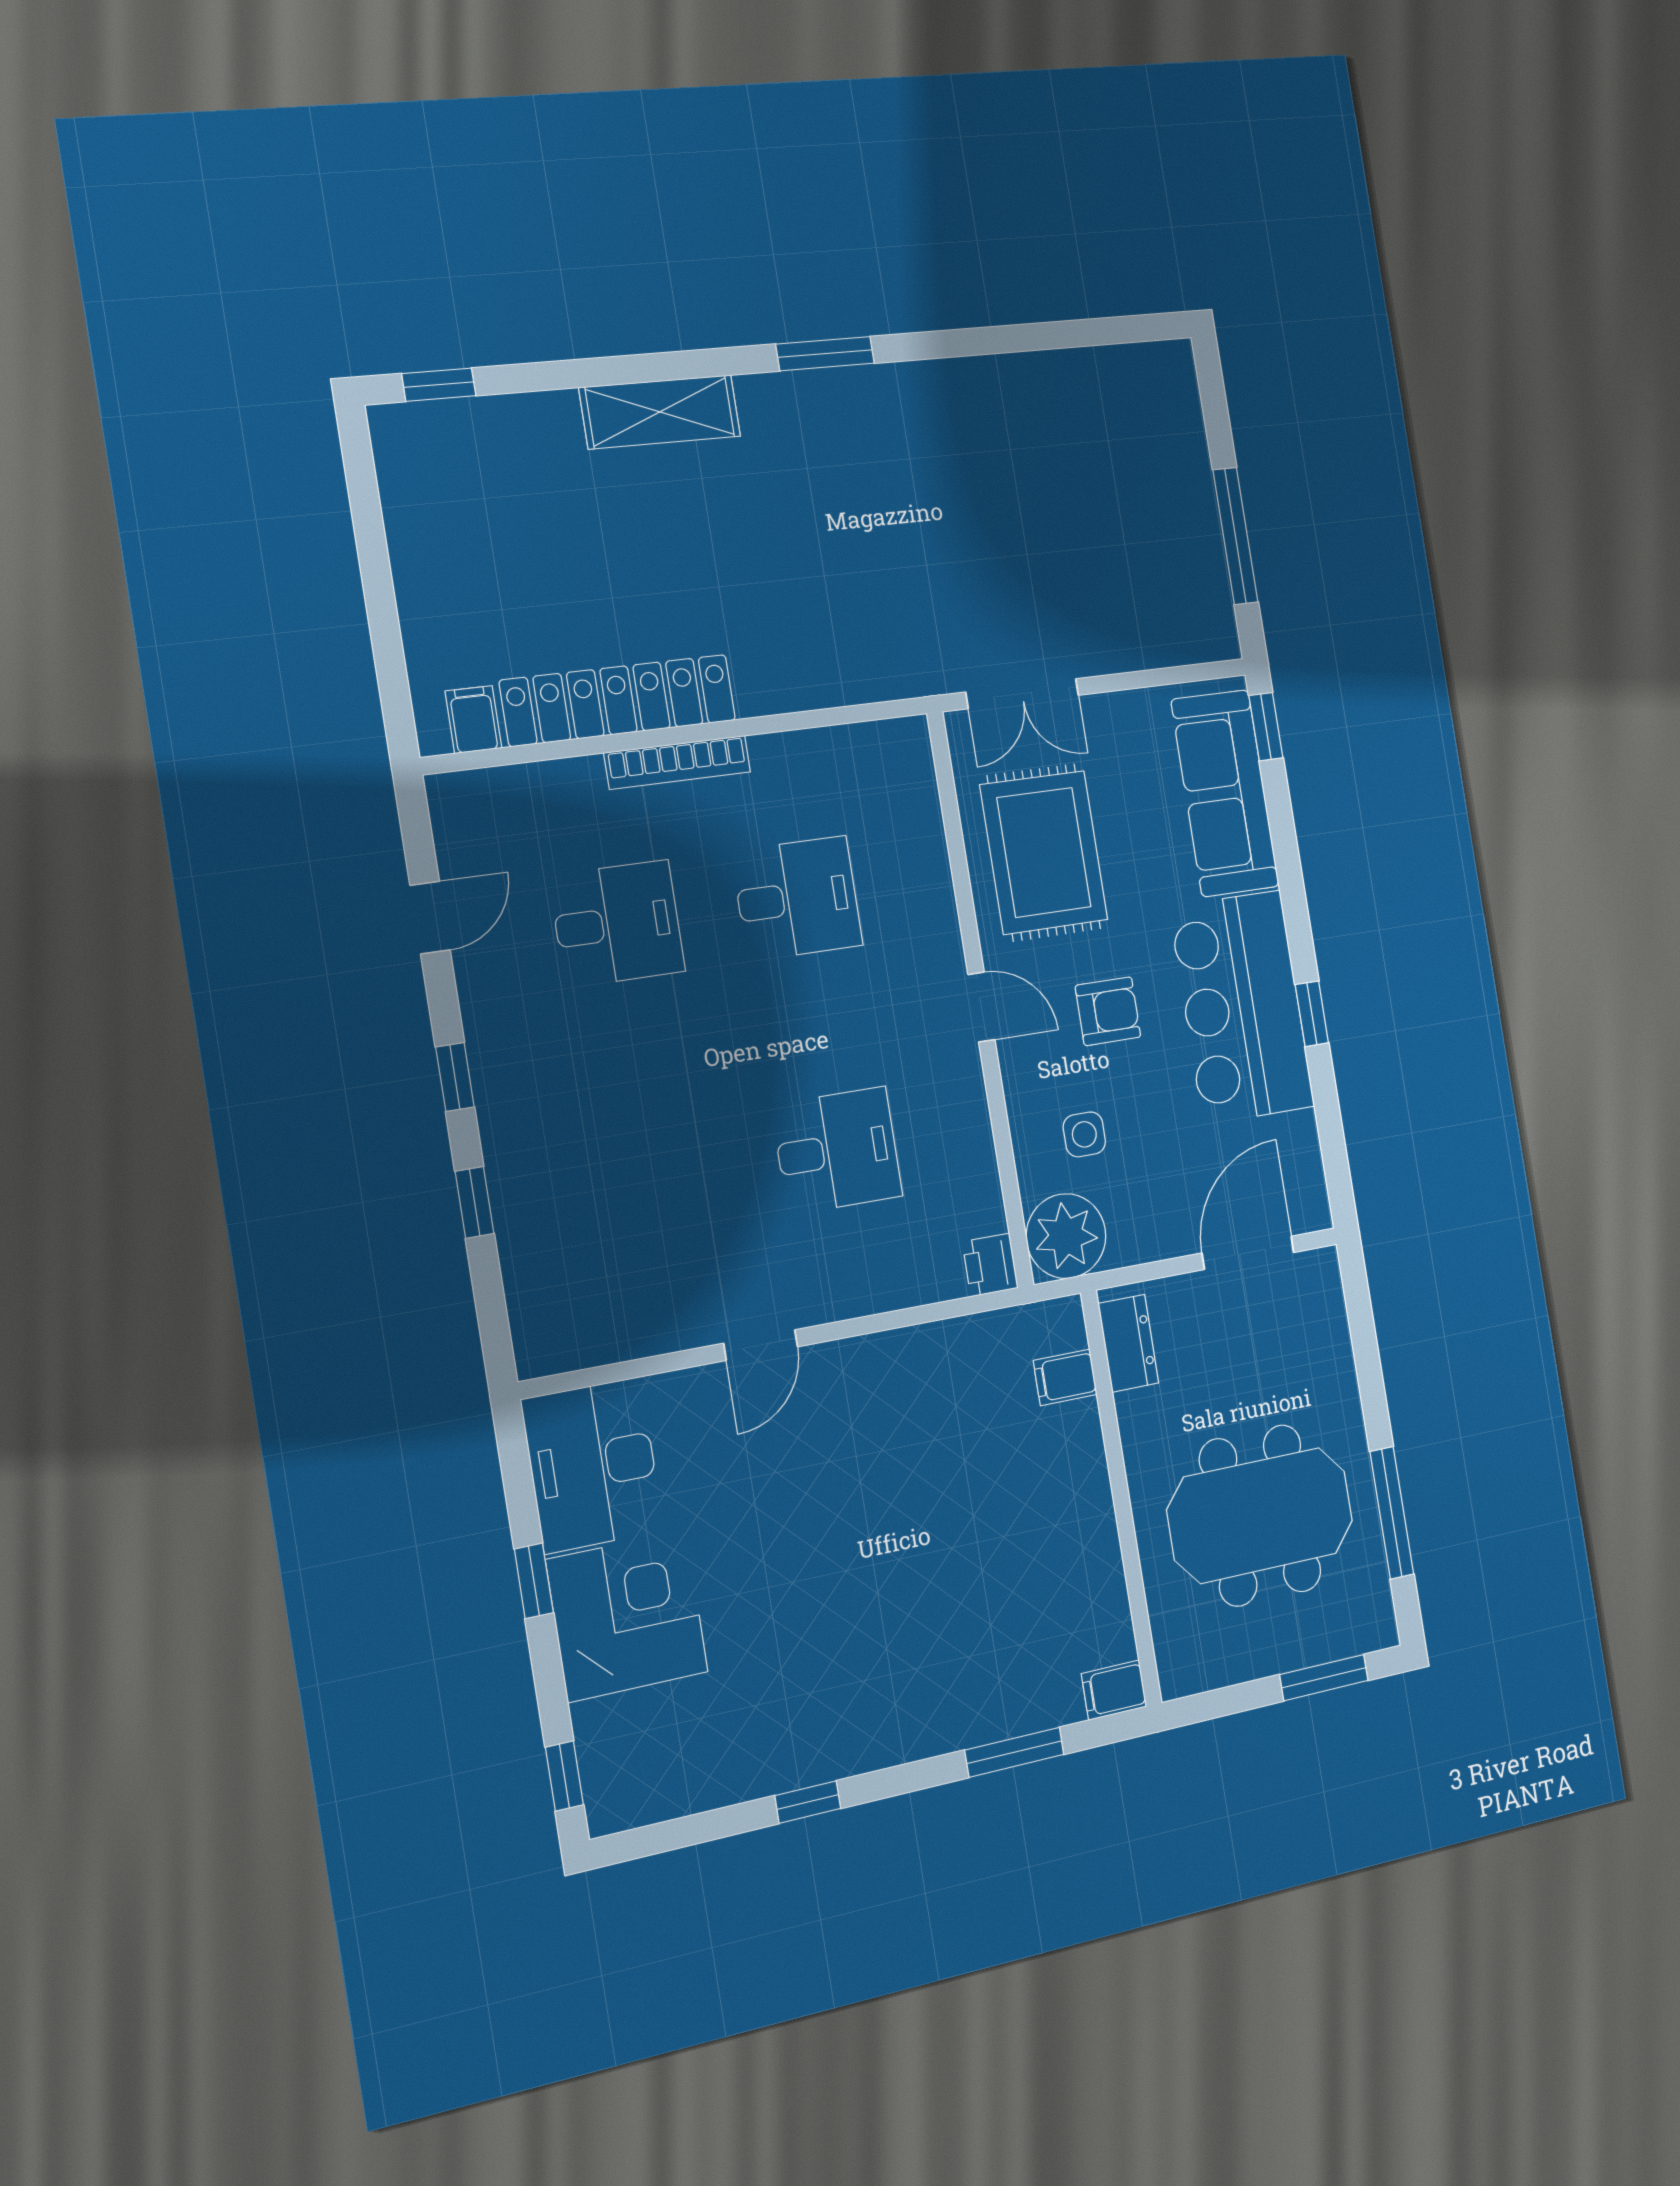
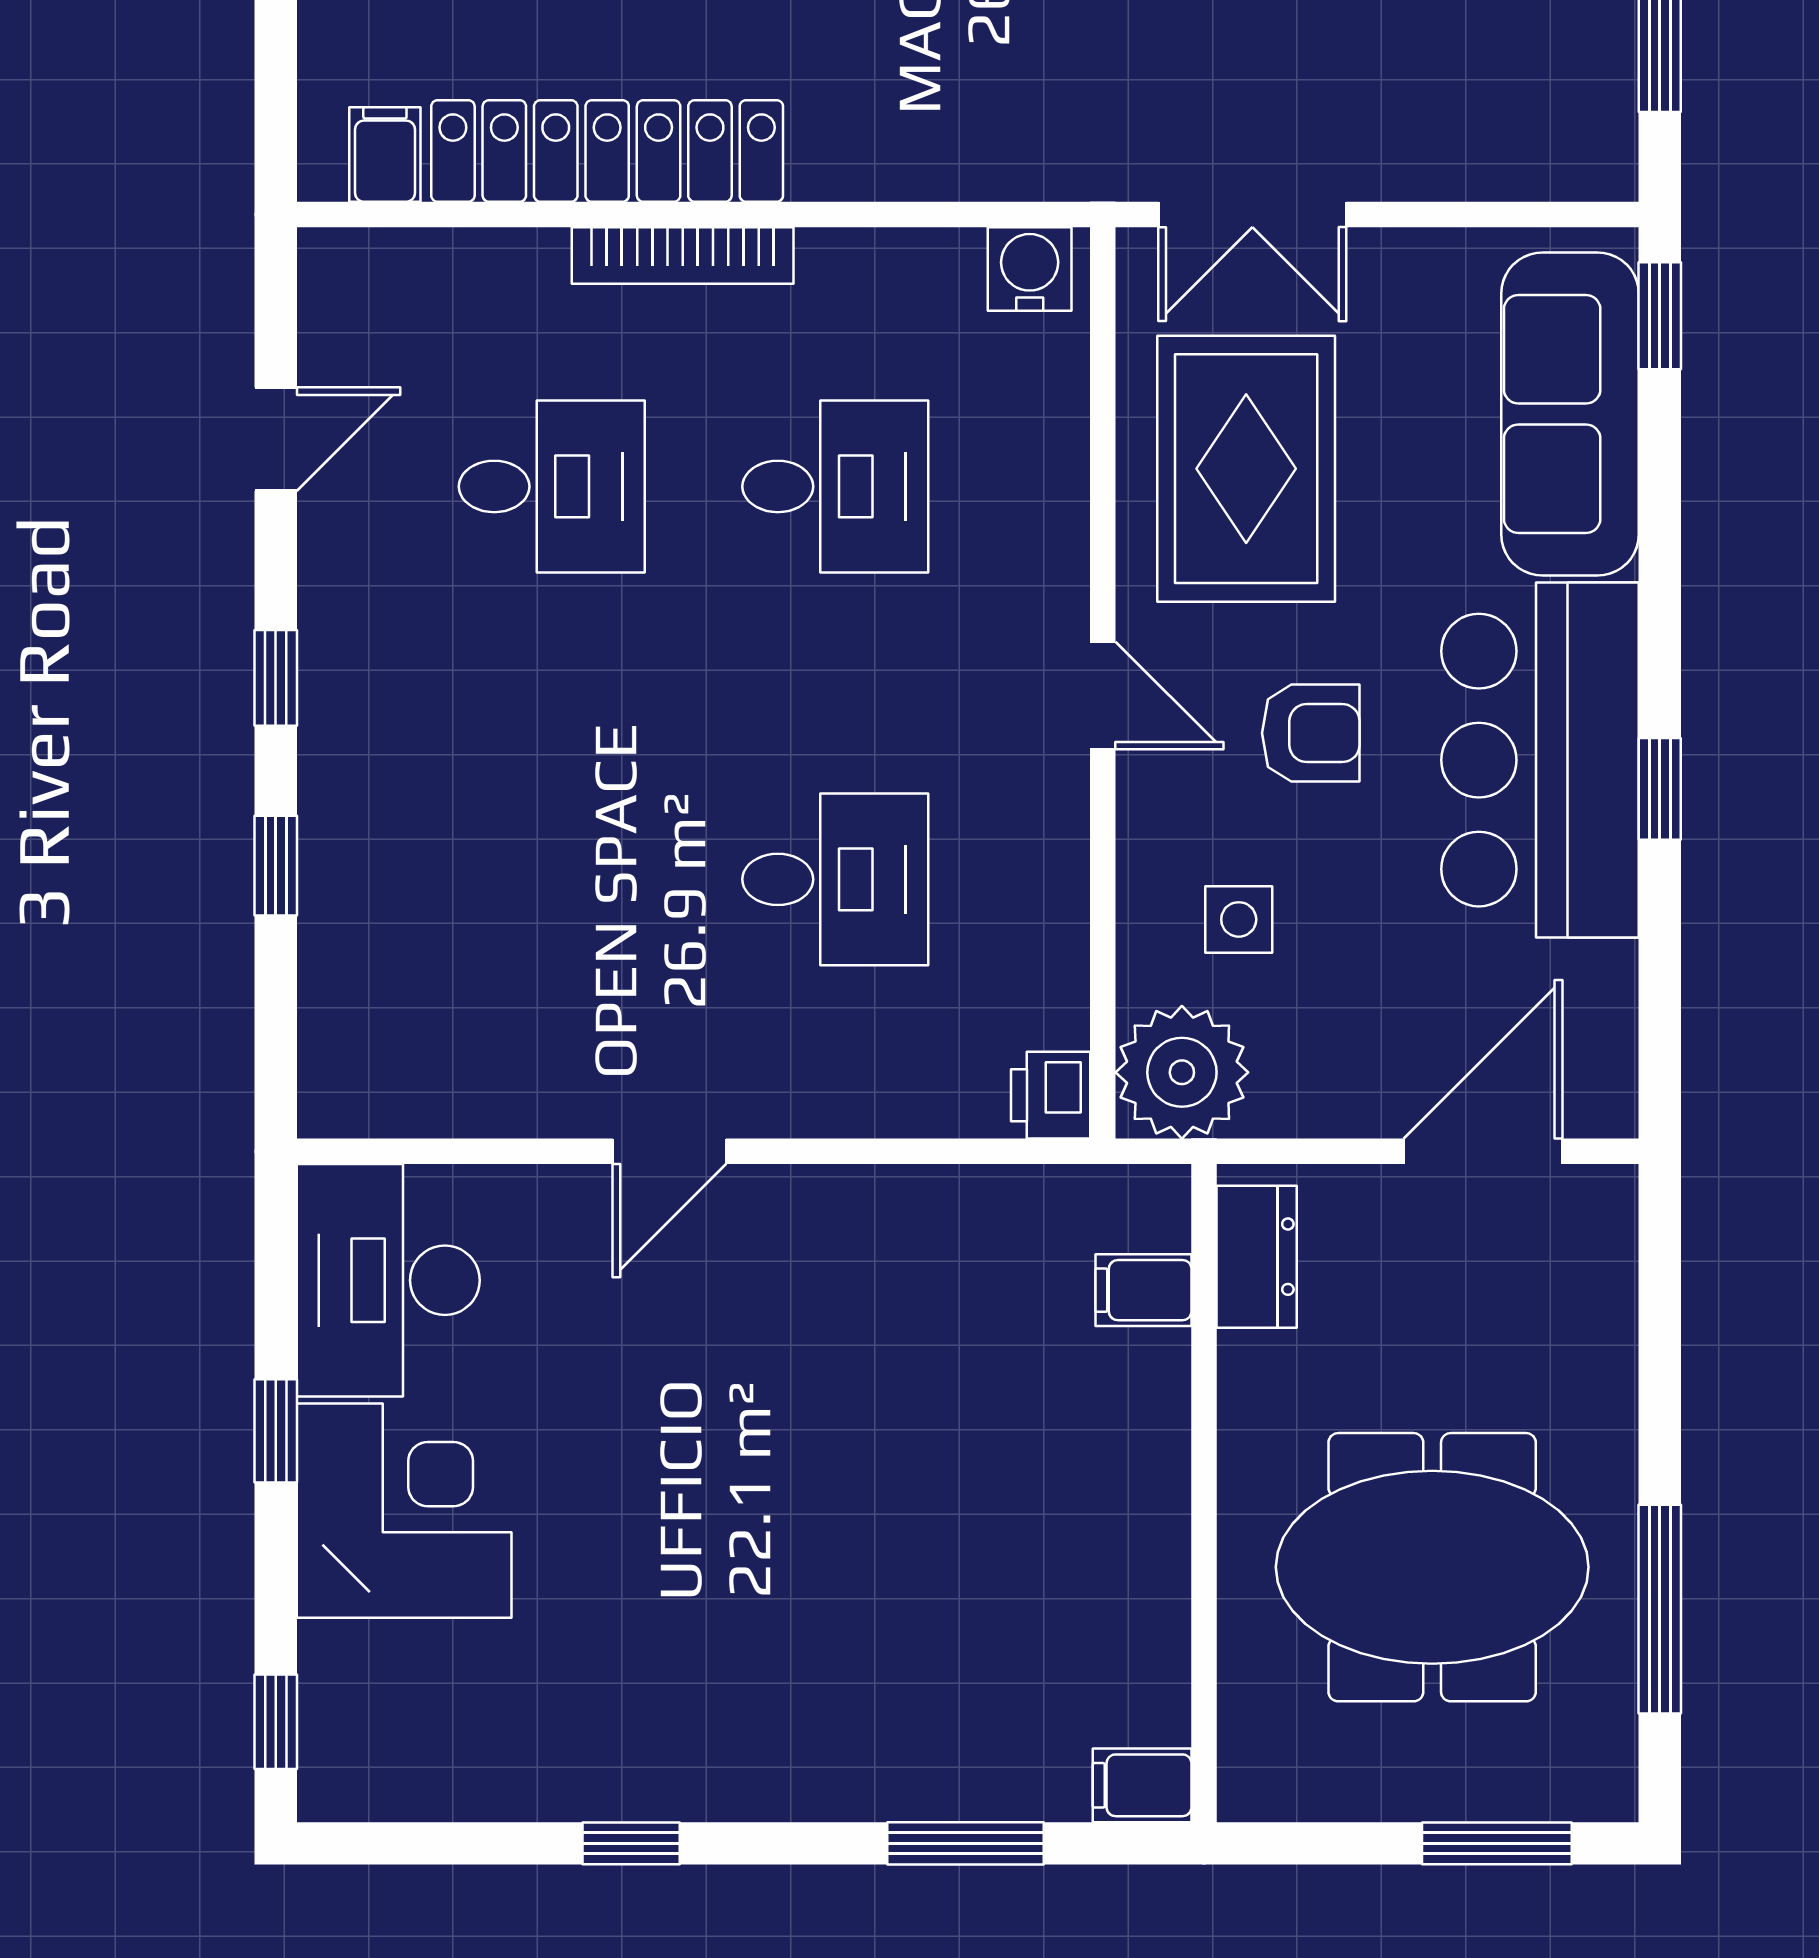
water cooler: (895, 744) -> (1030, 269), added

